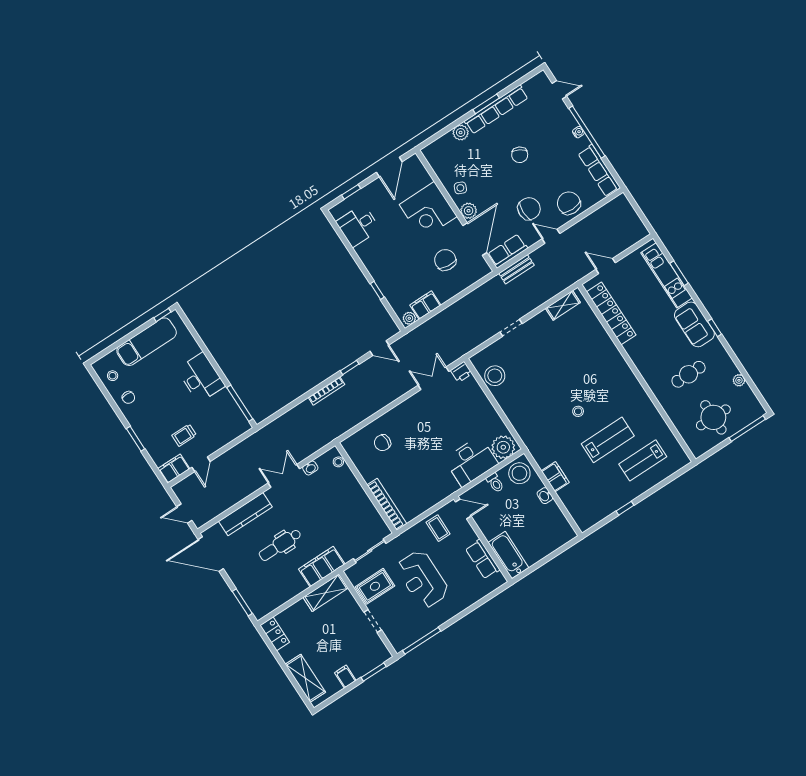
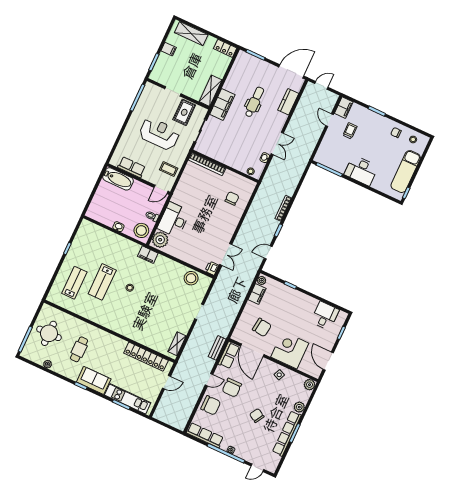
plant: (469, 211) -> (309, 385), moved
filing cabinet: (555, 477) -> (148, 255), moved
kitchen counter: (245, 514) -> (288, 102), width x0.67

